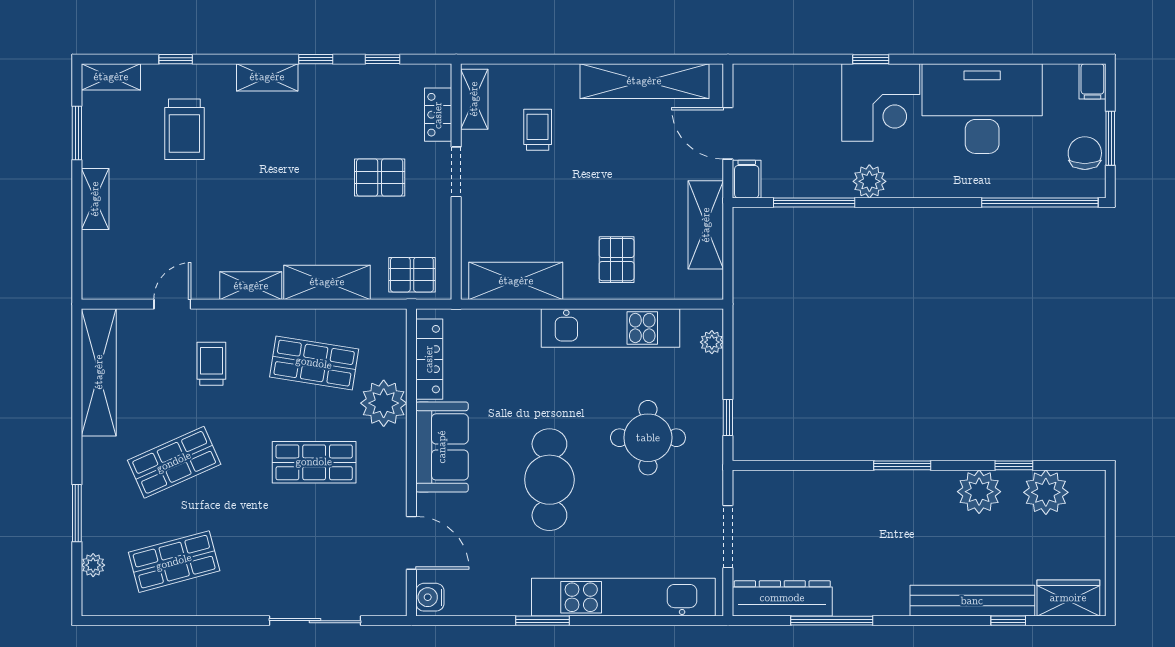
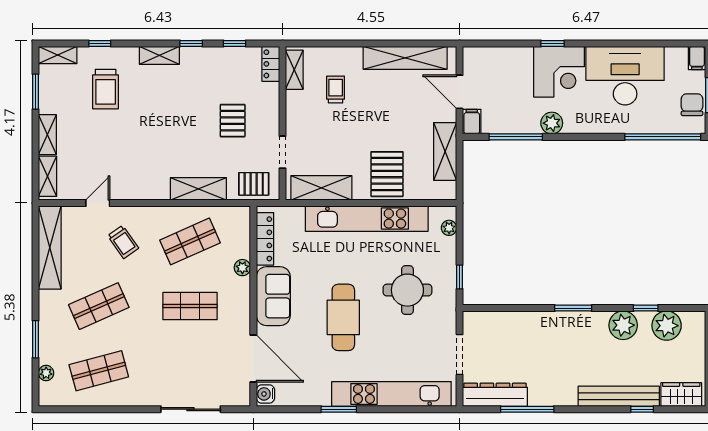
locker: (438, 115) -> (271, 64), moved
doorway: (456, 172) -> (283, 152), moved
pallet: (380, 177) -> (233, 121), turned 90
pallet: (617, 260) -> (387, 174), width x1.50, depth x1.42
shelving: (251, 286) -> (47, 176), moved, turned 90
kitchen unit: (610, 328) -> (367, 219), width x1.36
shop shelf: (314, 363) -> (190, 241), turned -33
trolley: (211, 364) -> (123, 242), turned 145
plant: (384, 403) -> (242, 268), width x0.53, depth x0.53
door: (411, 543) -> (253, 359), width x1.36

